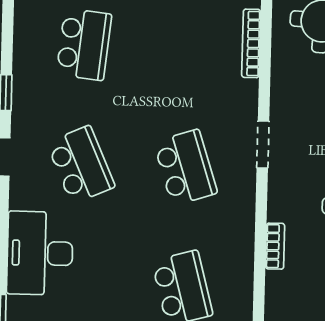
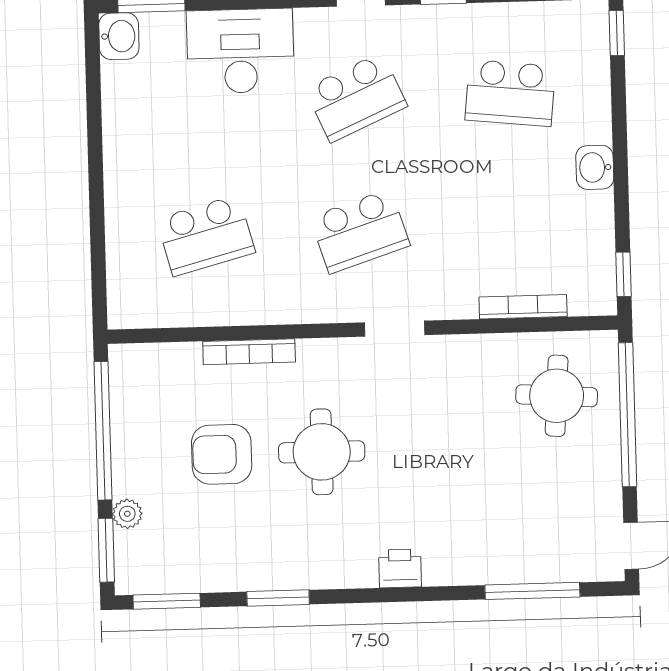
bookcase: (275, 246) -> (249, 352), width x1.56

